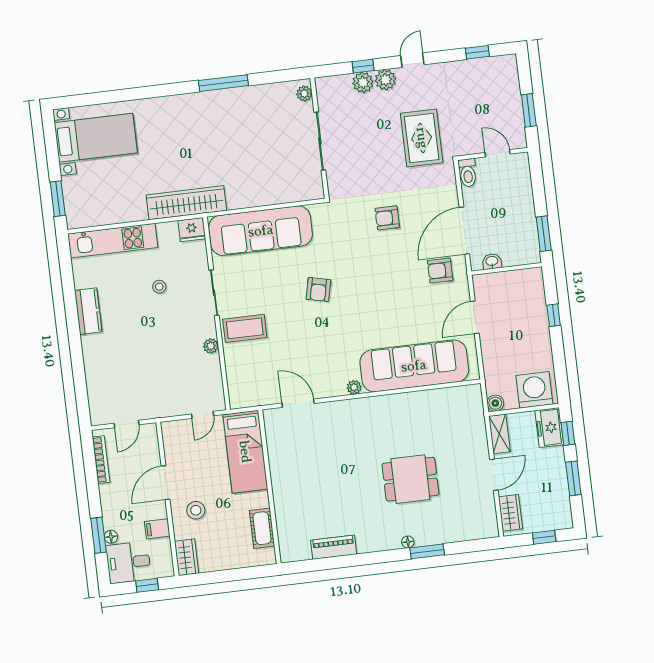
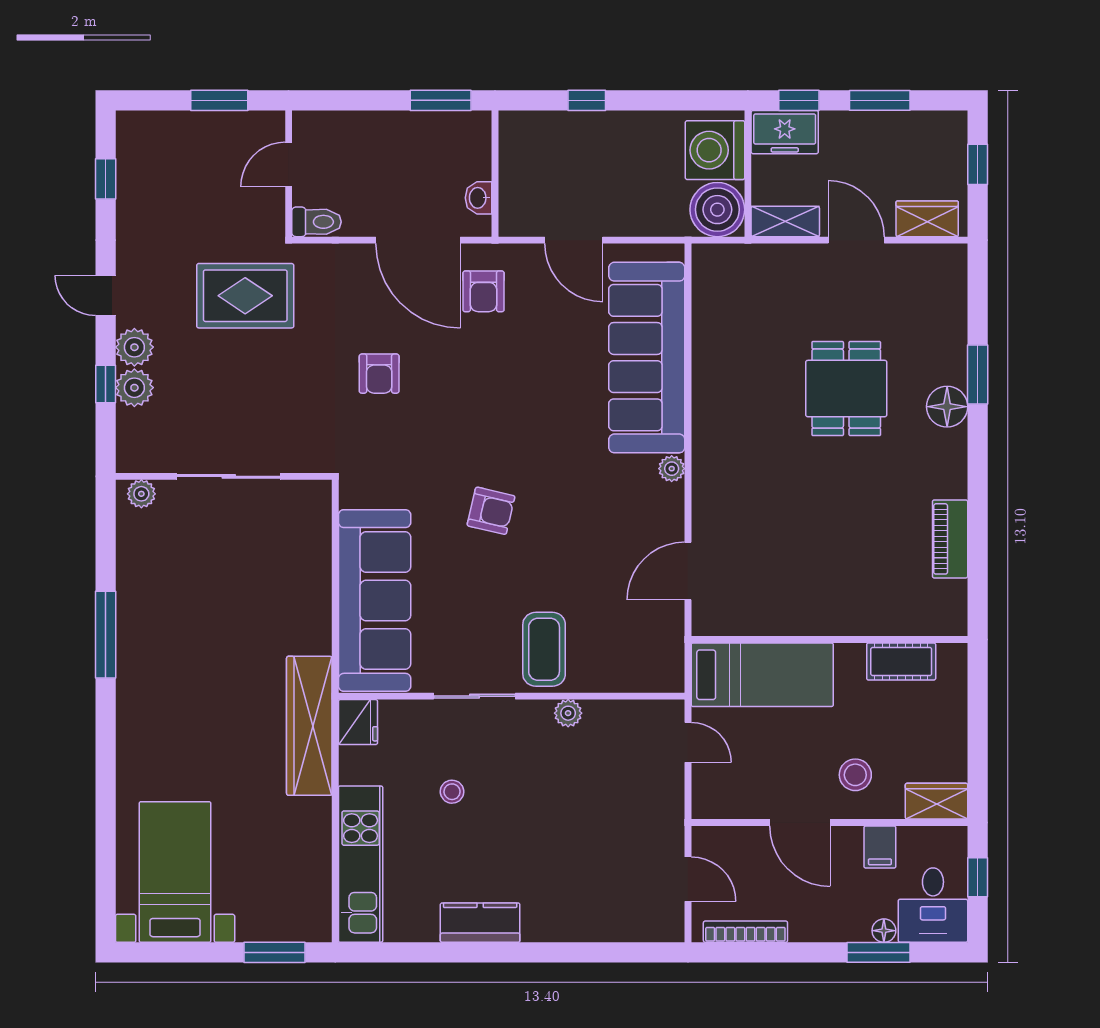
boiler: (495, 403) -> (717, 210), width x1.86, depth x1.86
floor lamp: (408, 542) -> (947, 407), width x1.89, depth x1.89

